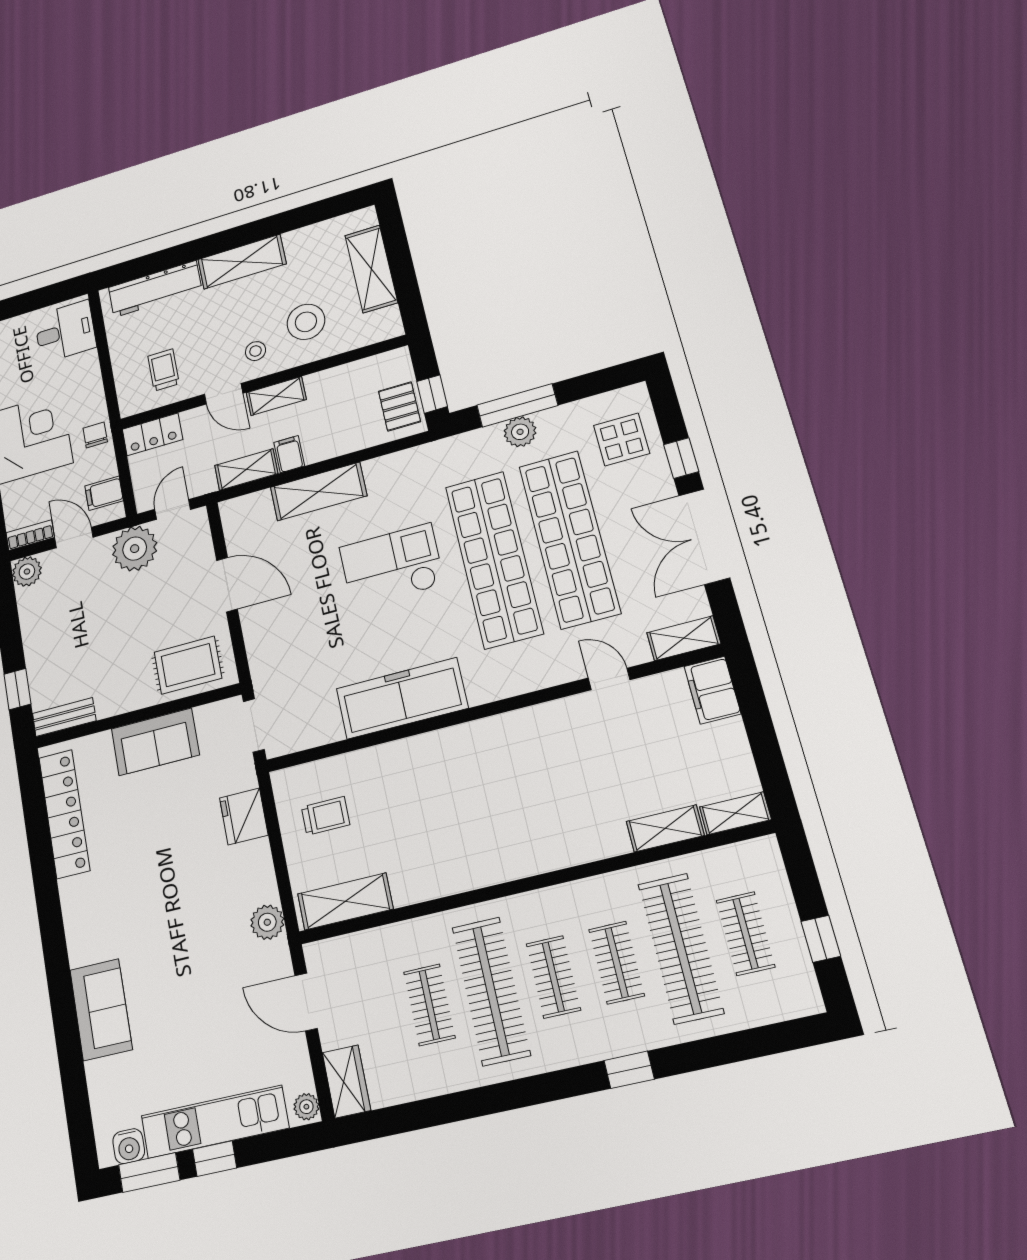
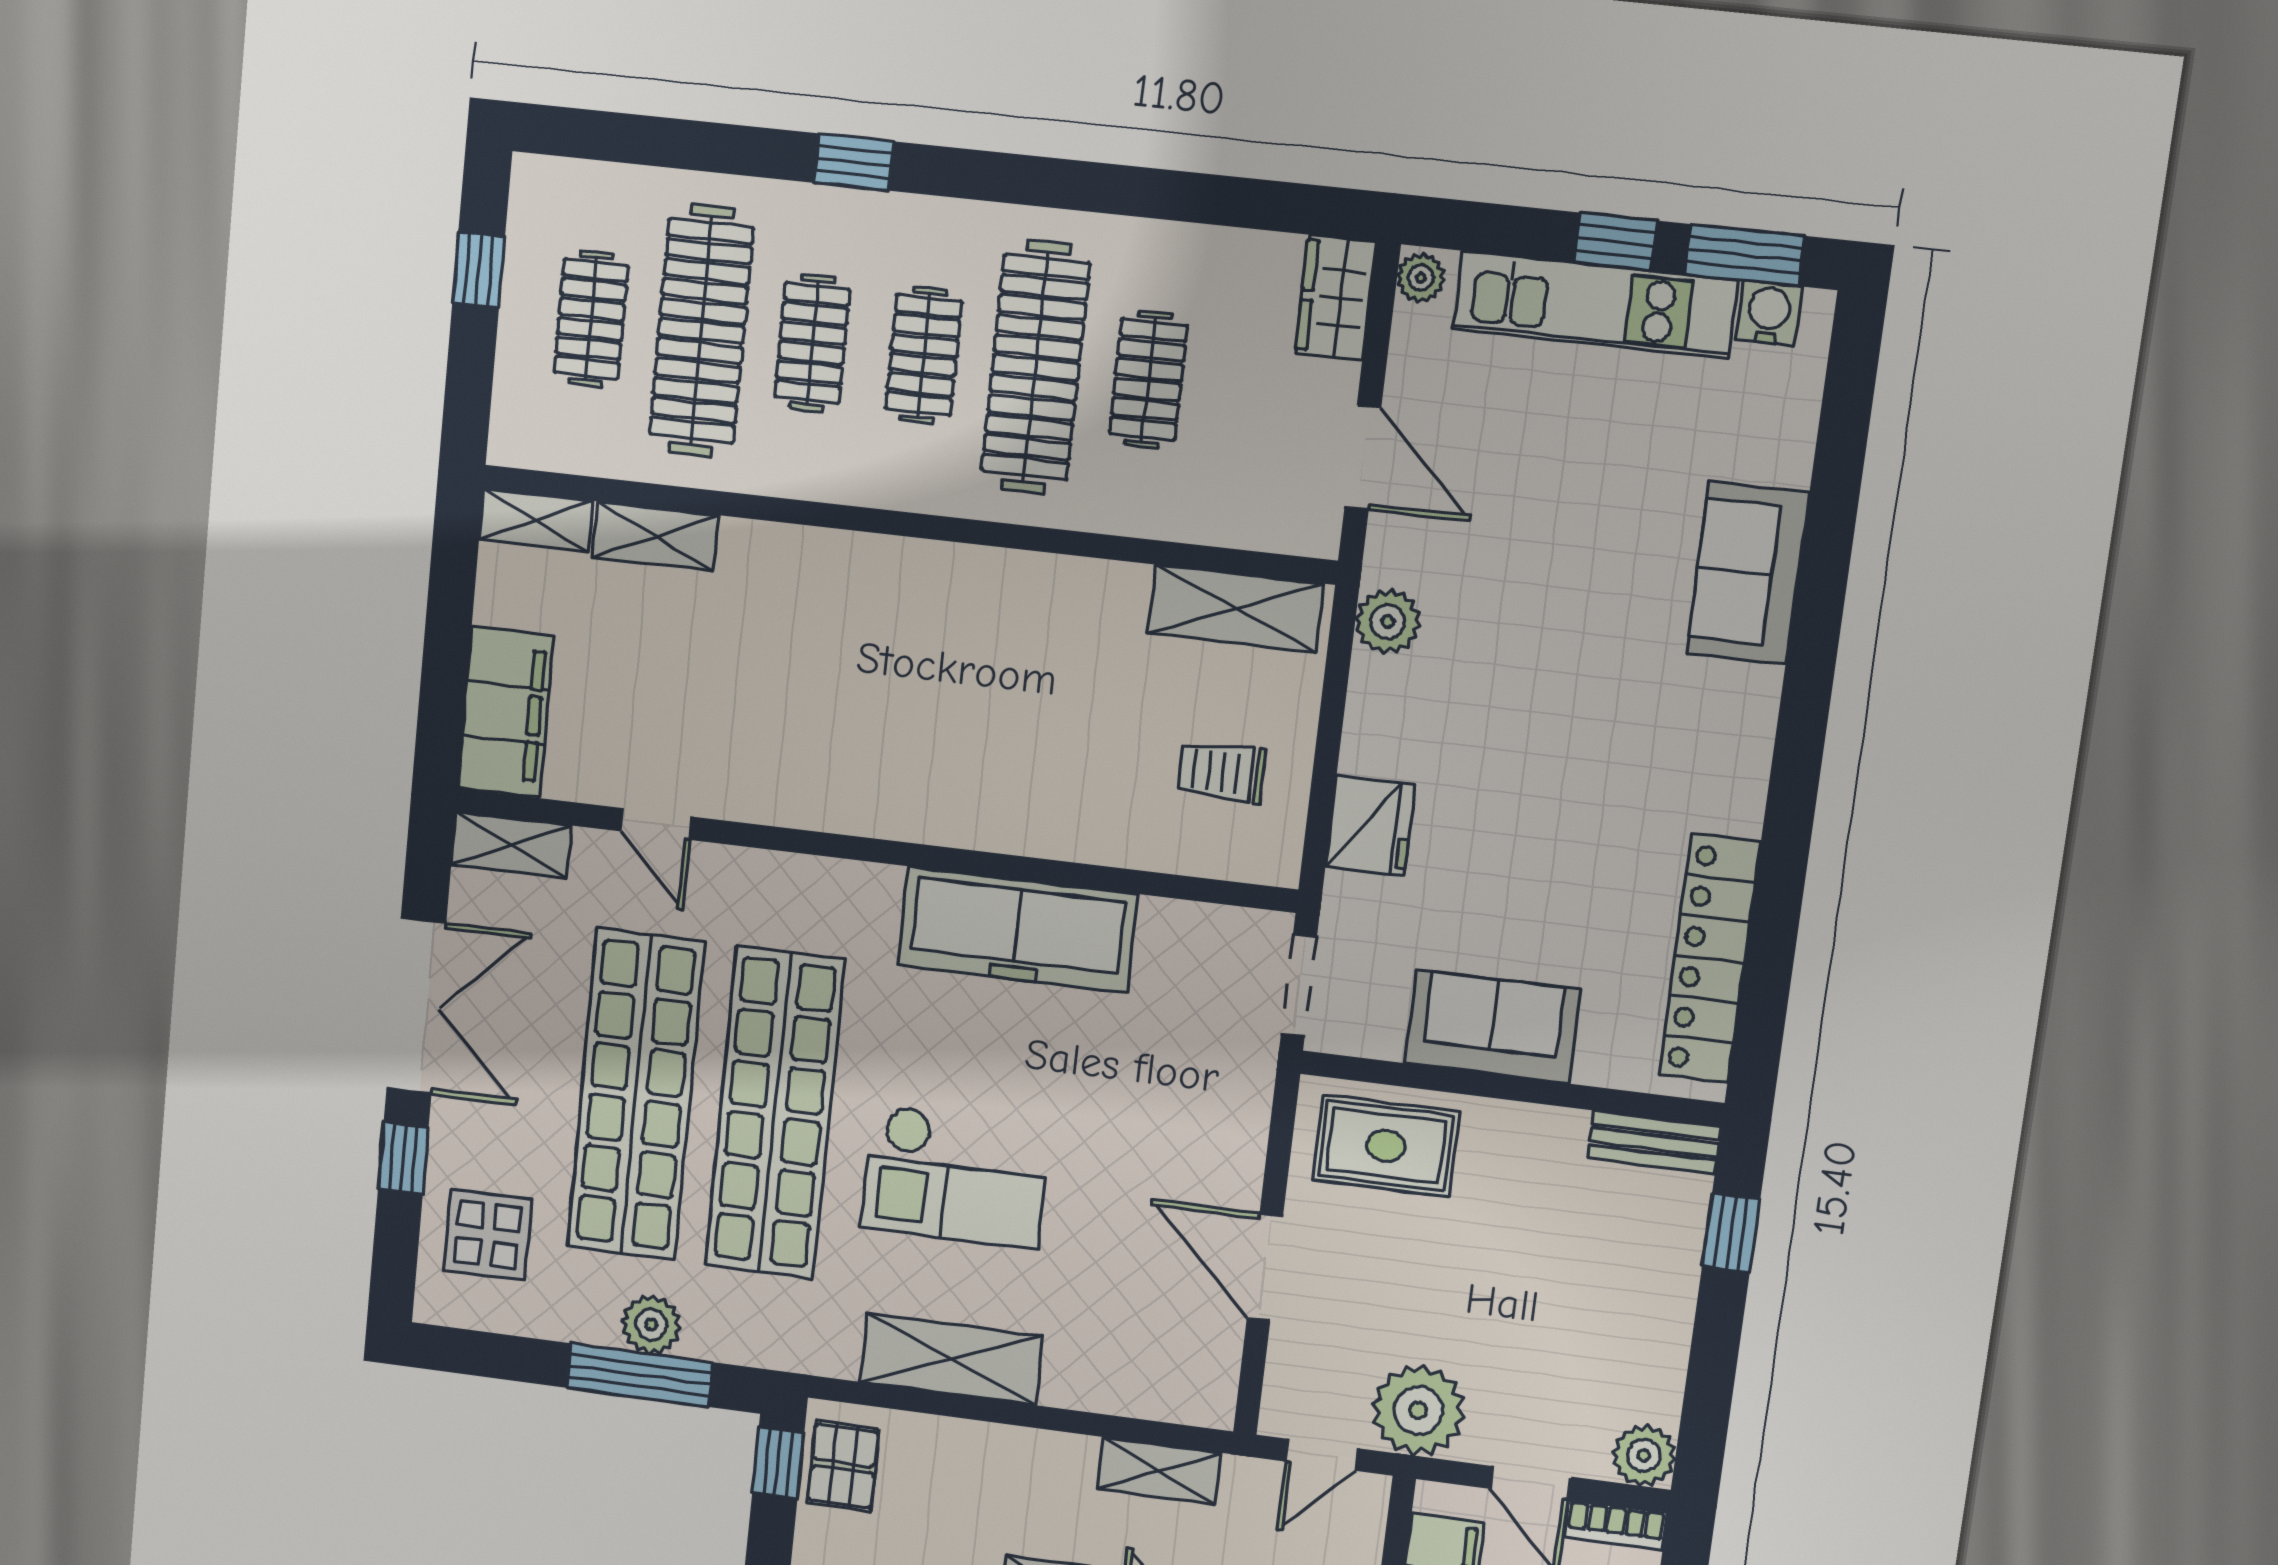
filing cabinet: (289, 454) -> (1071, 1465), removed
shelving: (318, 492) -> (951, 1359), moved
filing cabinet: (712, 690) -> (506, 713), width x1.50, depth x1.17

